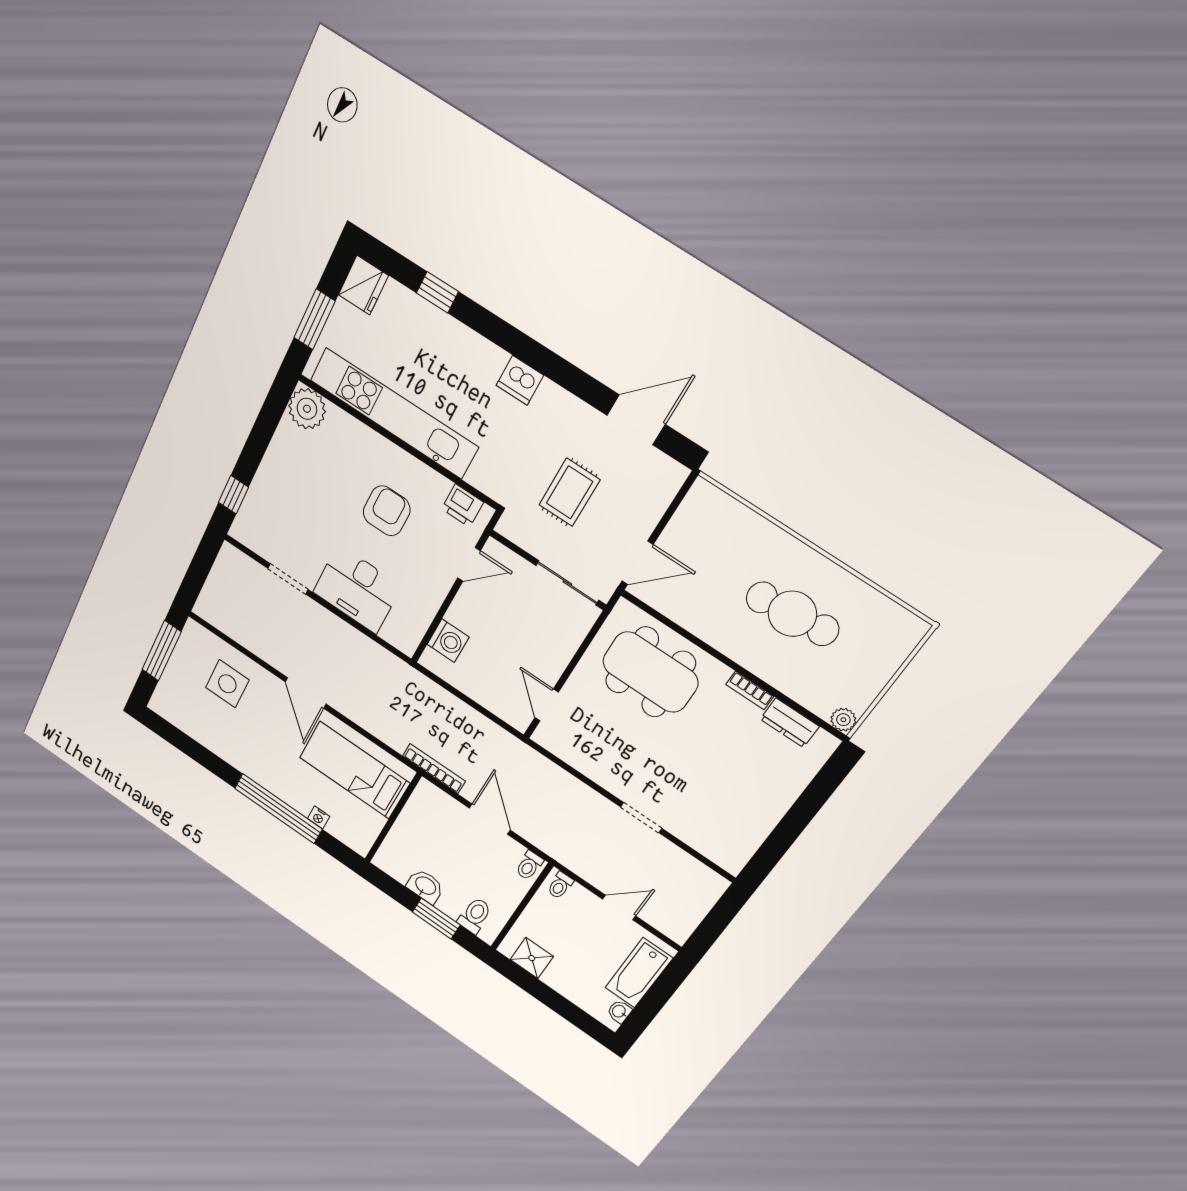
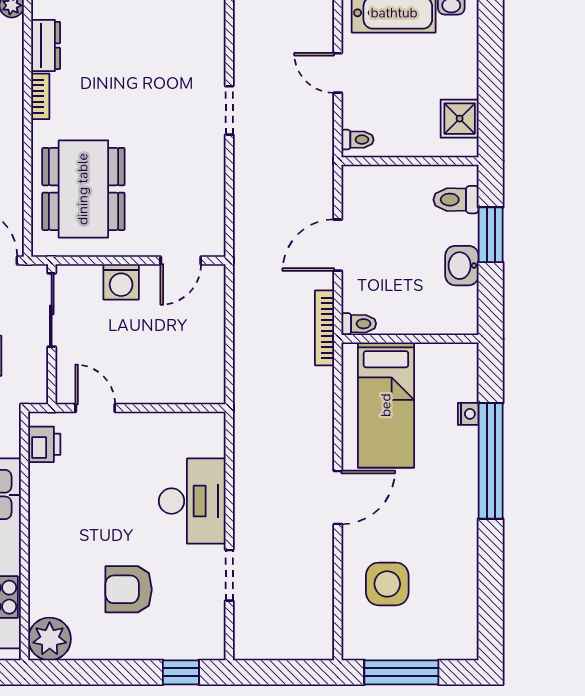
armchair: (387, 511) -> (129, 589), moved
washing machine: (448, 641) -> (121, 282), moved, turned 180
toilet: (529, 865) -> (359, 324), moved

